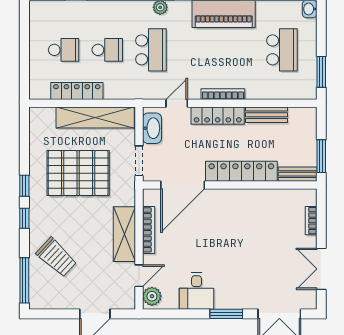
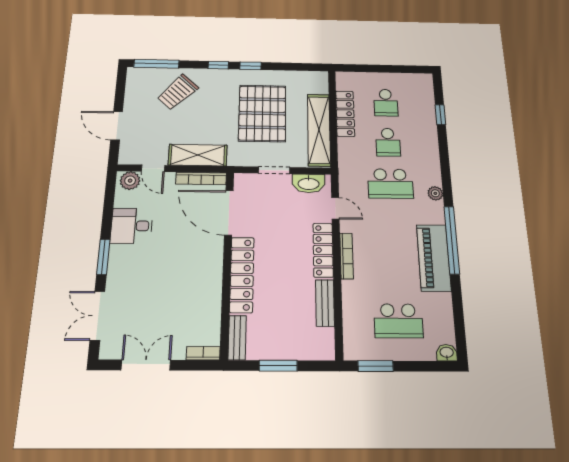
locker: (241, 171) -> (242, 275), moved
bench: (298, 174) -> (237, 338), moved
door: (183, 185) -> (229, 213), moved
wall: (230, 185) -> (227, 262), moved

